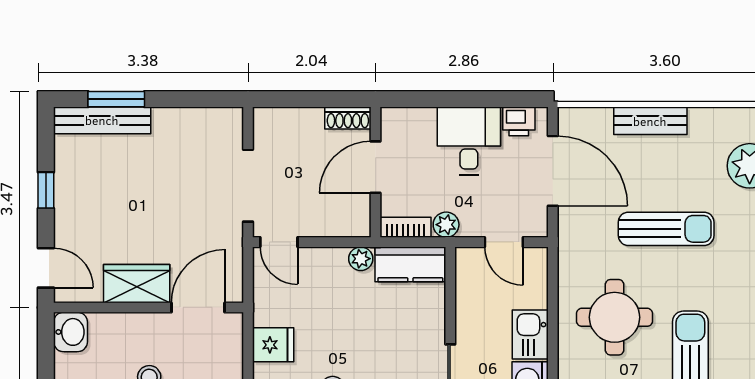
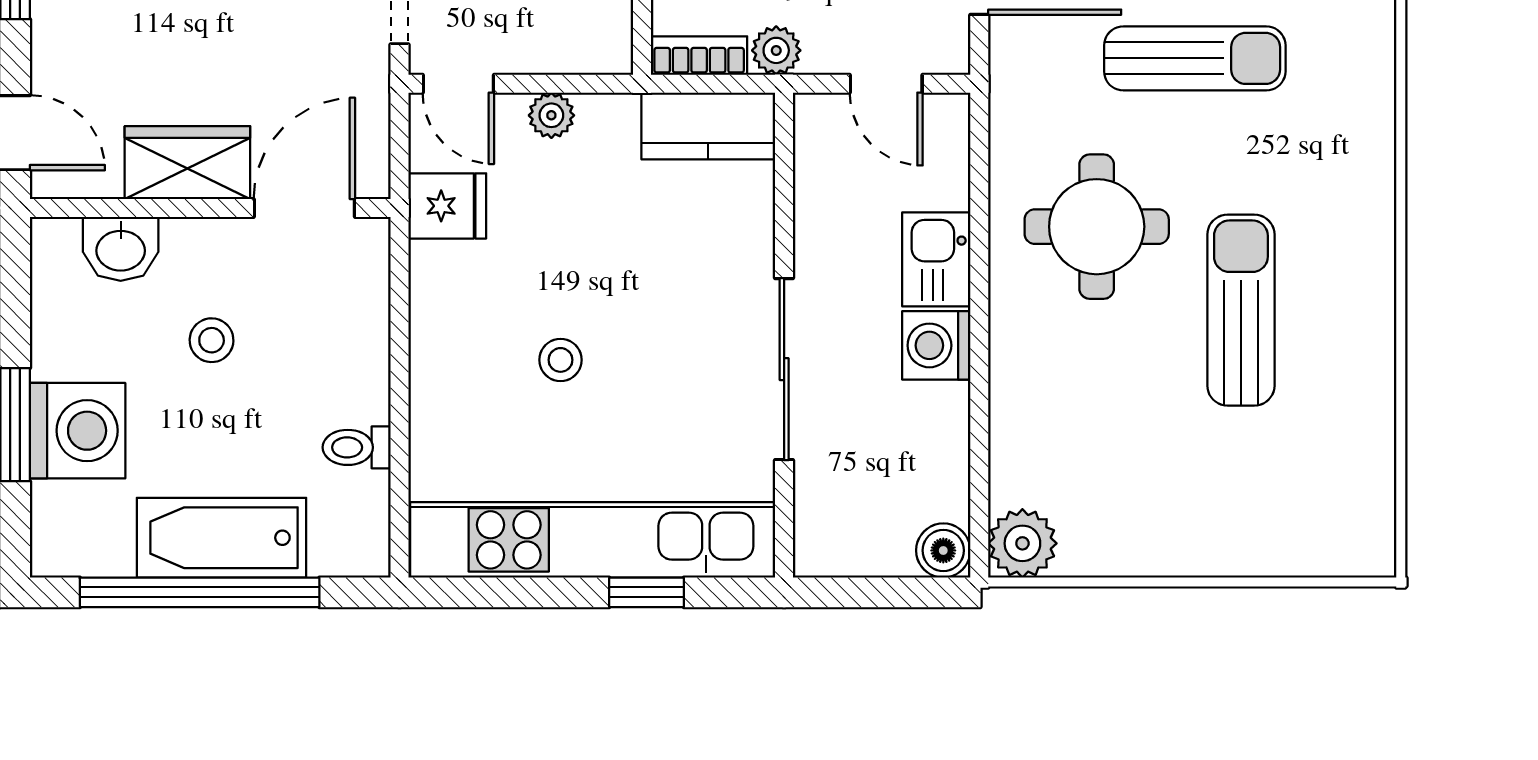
plant: (361, 259) -> (551, 115), moved
washbasin: (71, 332) -> (121, 249), moved, turned 90
fridge: (273, 345) -> (447, 206), moved

